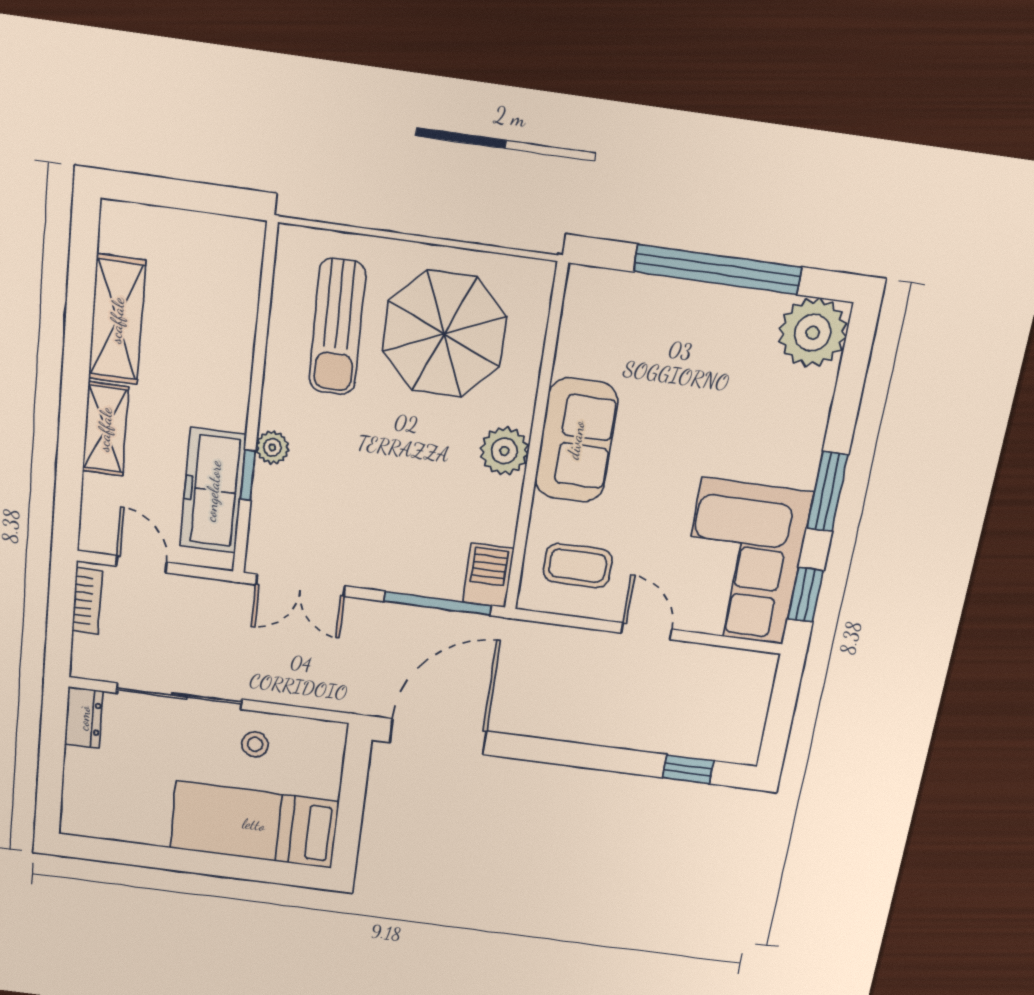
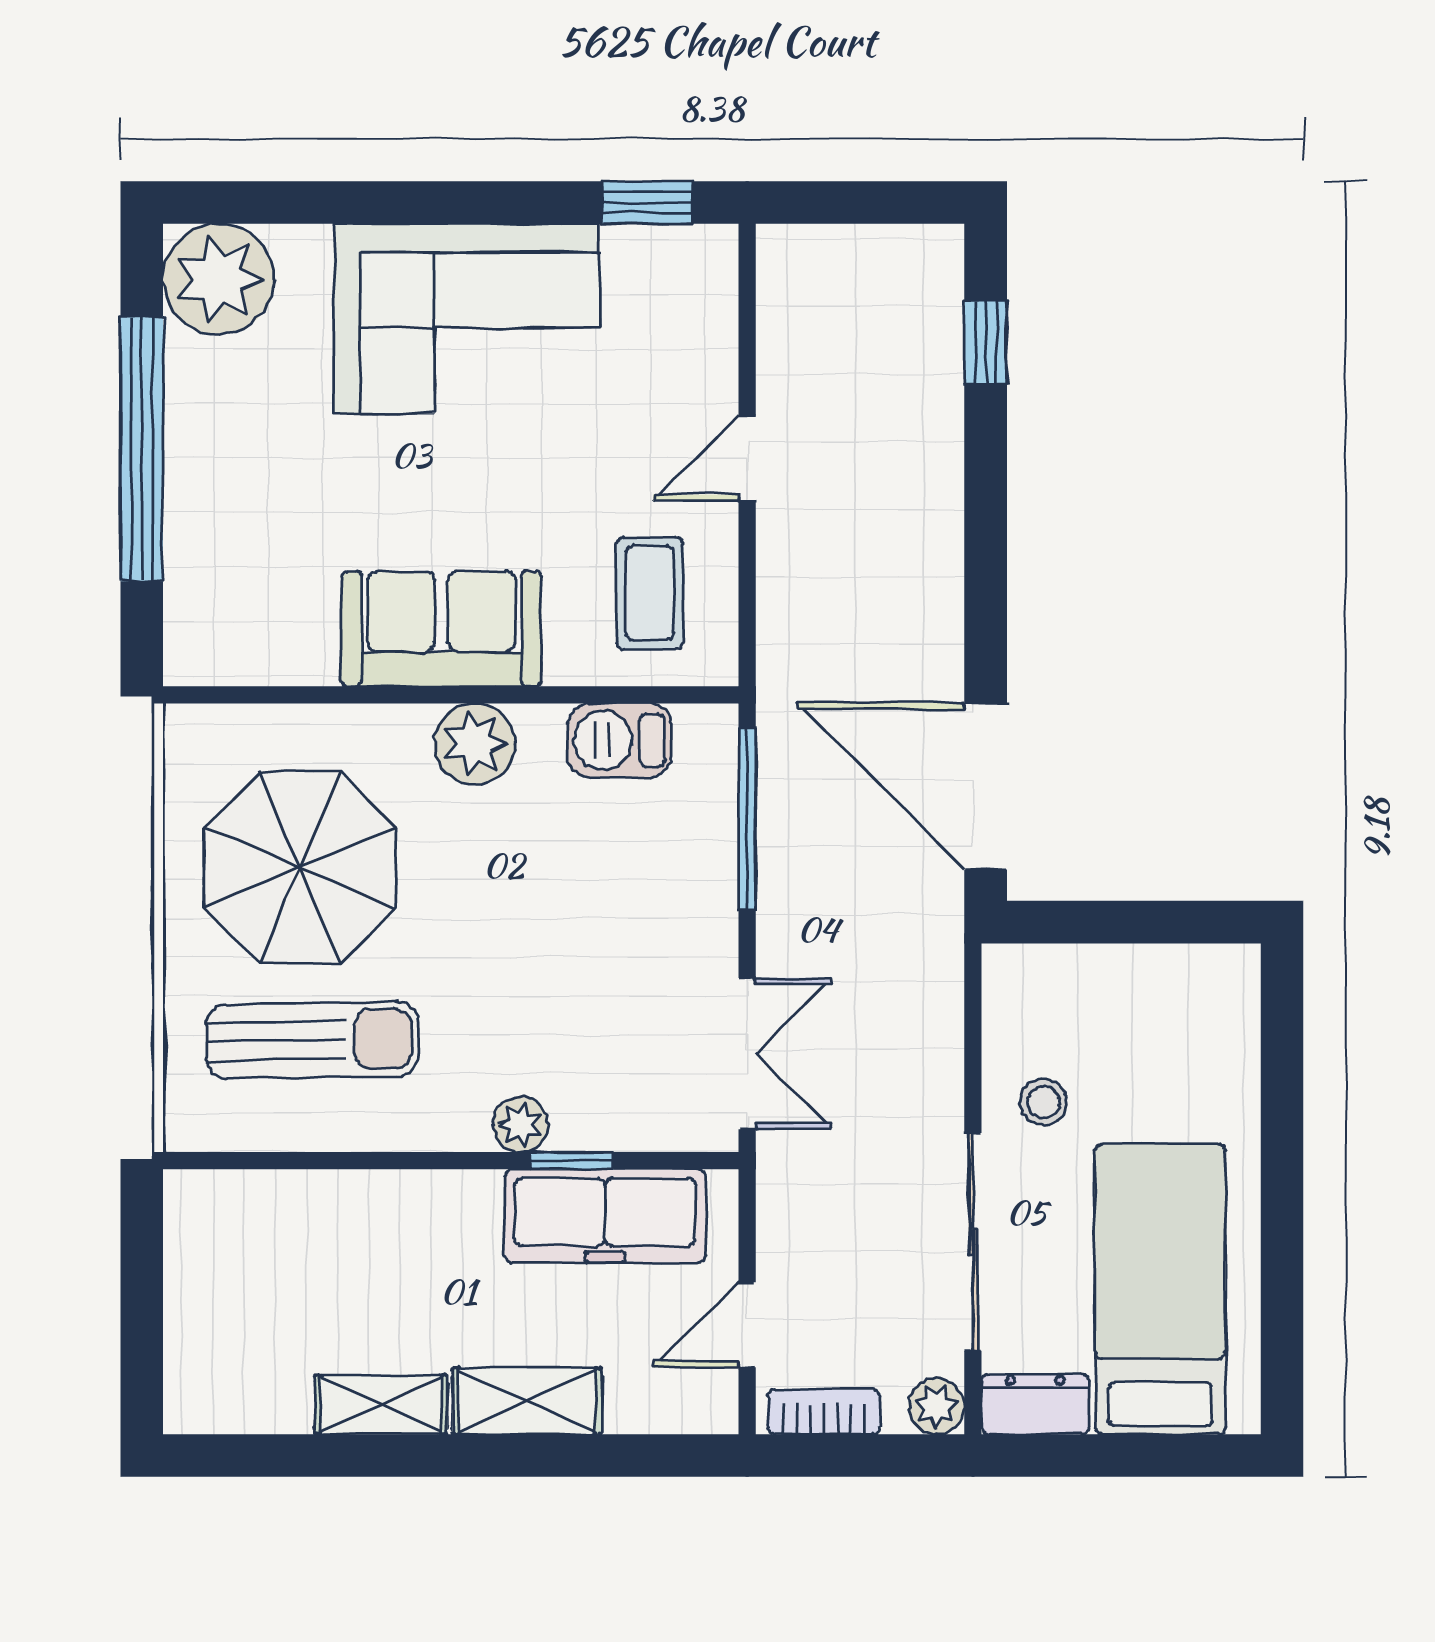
shelving: (117, 320) -> (381, 1405), width x0.67, depth x0.75
window: (827, 492) -> (469, 202), removed
corner sofa: (743, 562) -> (467, 318), moved
barbecue: (488, 575) -> (619, 740), moved
plant: (86, 664) -> (936, 1406), added
bed: (254, 825) -> (1160, 1289), moved, turned 180

